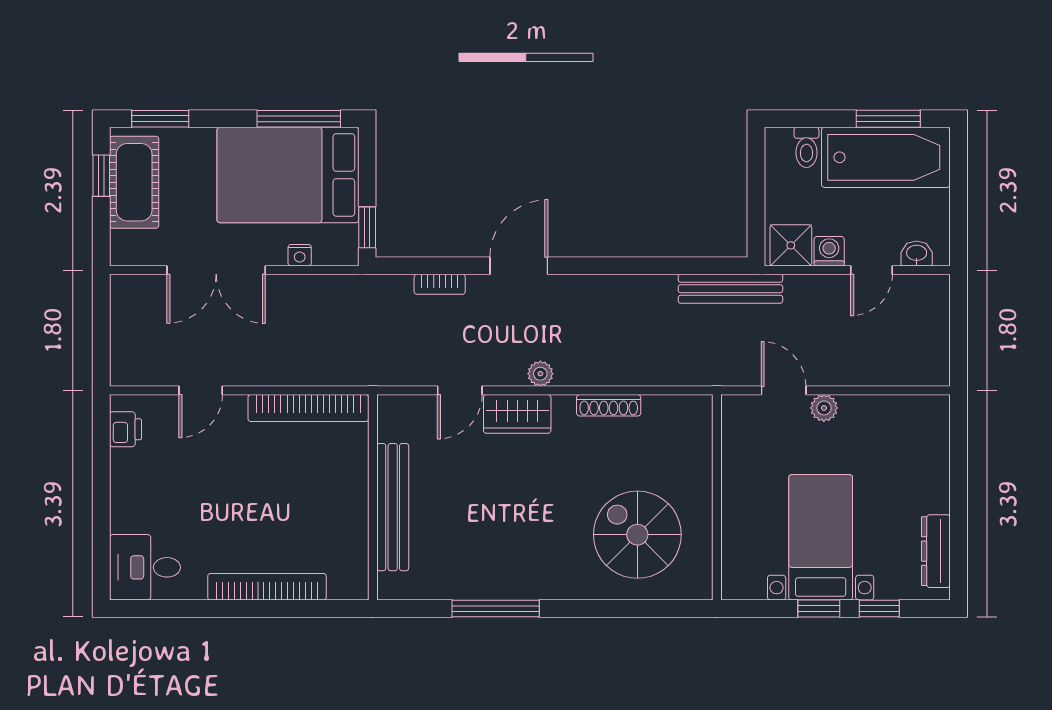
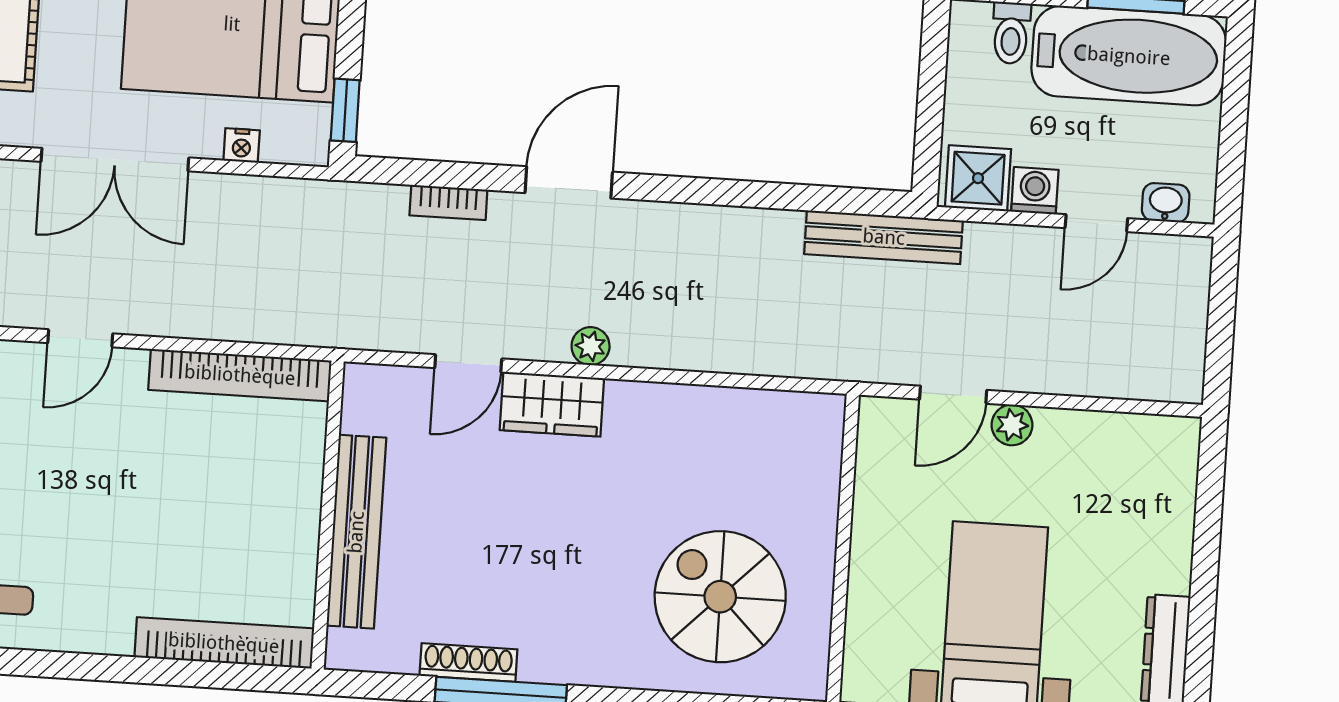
door: (784, 390) -> (953, 395), swing flipped
shoe rack: (609, 405) -> (468, 663), moved, turned 180
bookcase: (267, 587) -> (224, 643), moved

